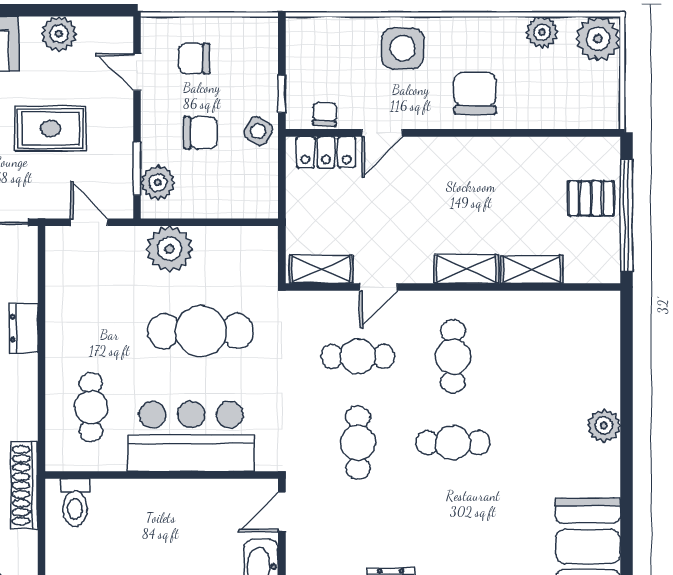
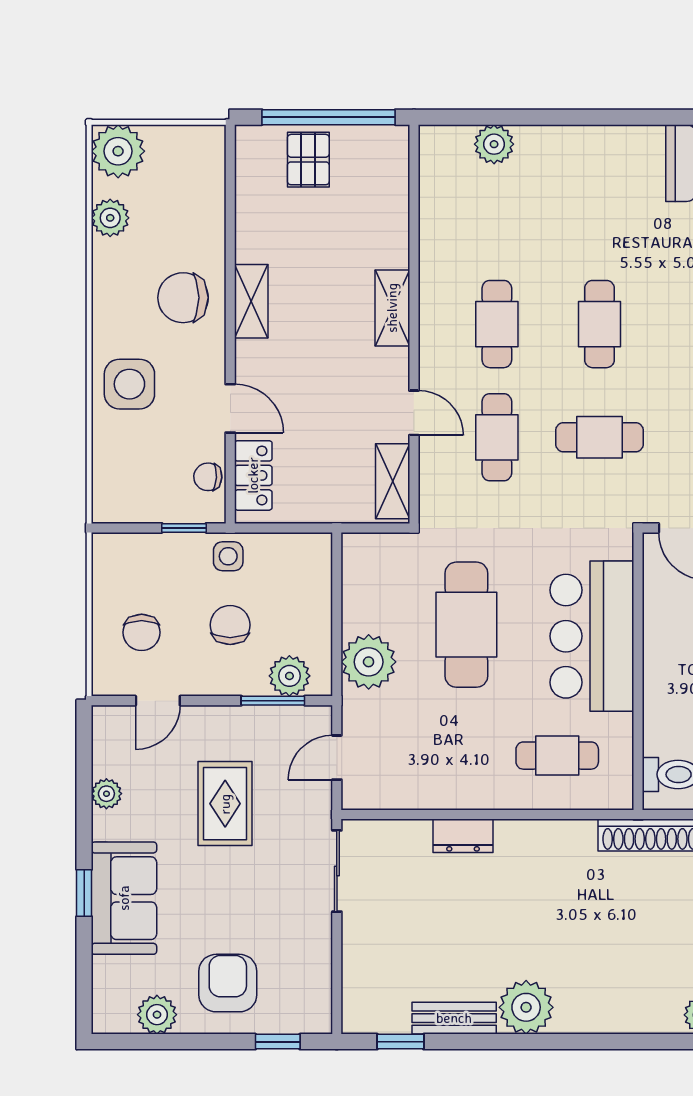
plant: (59, 34) -> (106, 794), width x0.73, depth x0.73
side table: (258, 131) -> (228, 556), turned -31
shelving: (532, 269) -> (251, 301), moved
cafe table: (453, 357) -> (497, 324), turned 90
plant: (604, 426) -> (494, 144), moved

